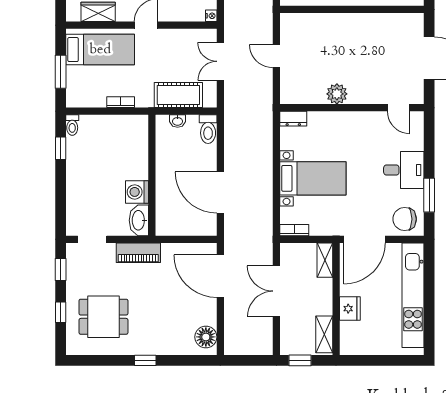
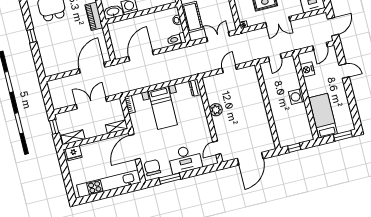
desk: (404, 170) -> (185, 159), width x1.37
door: (364, 239) -> (135, 147), hinge flipped
fridge: (350, 309) -> (74, 153), moved
floor lamp: (206, 337) -> (54, 68), removed

